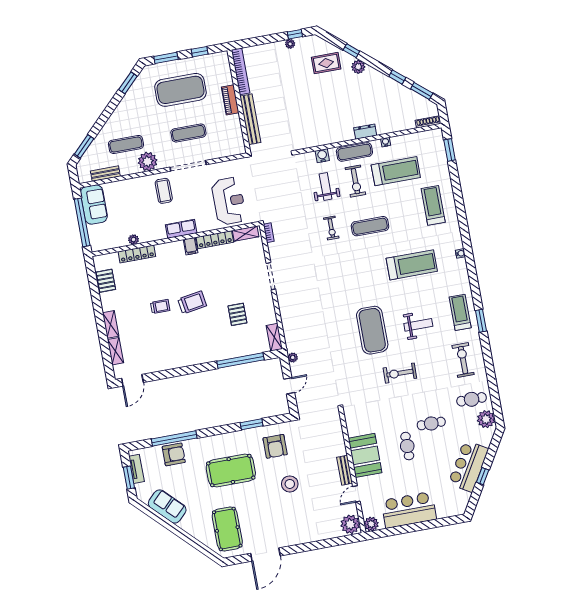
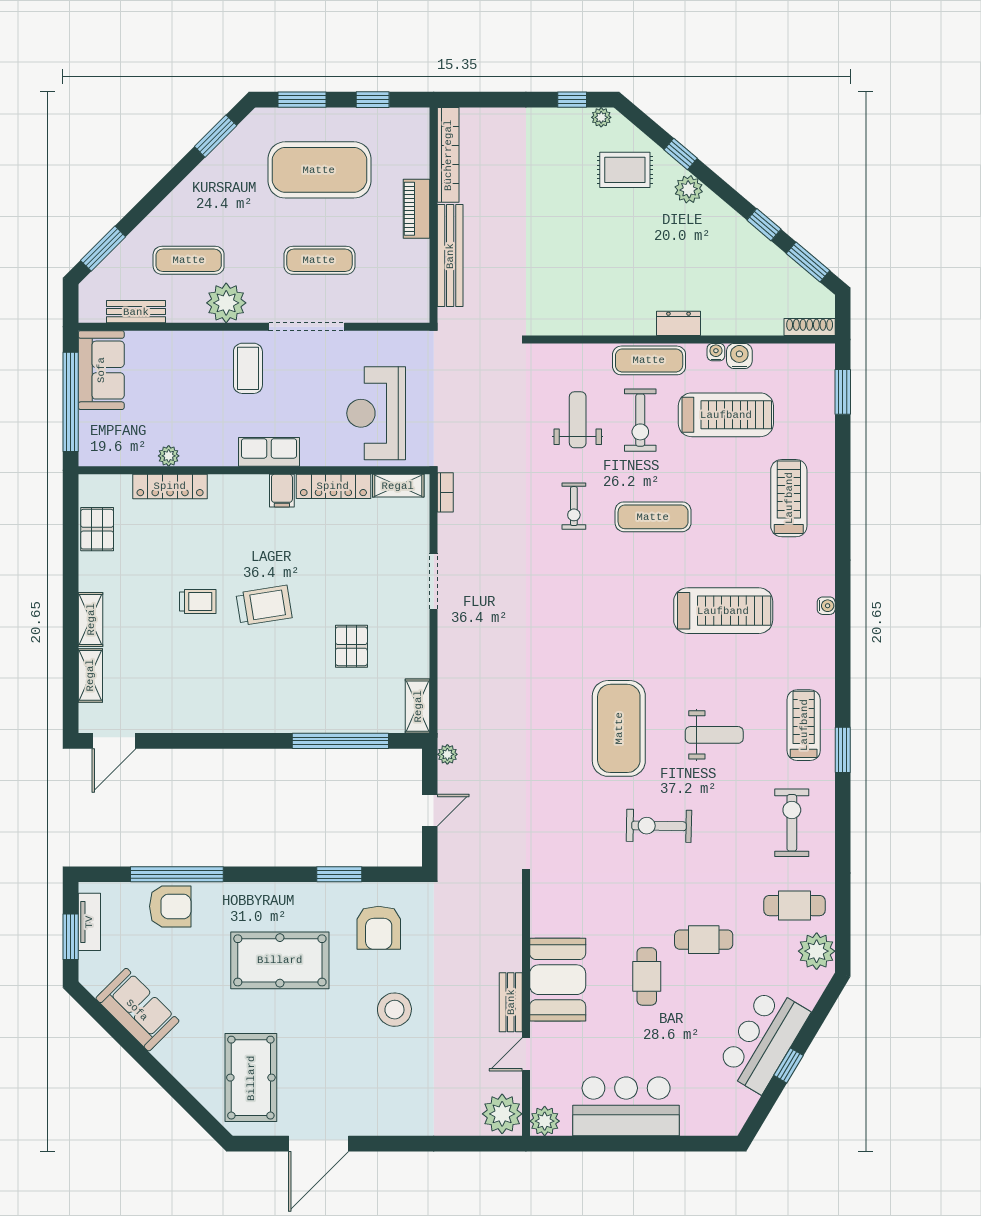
plant: (290, 44) -> (601, 117), moved
water cooler: (322, 156) -> (739, 356), moved
reception desk: (229, 201) -> (376, 413), turned 180

